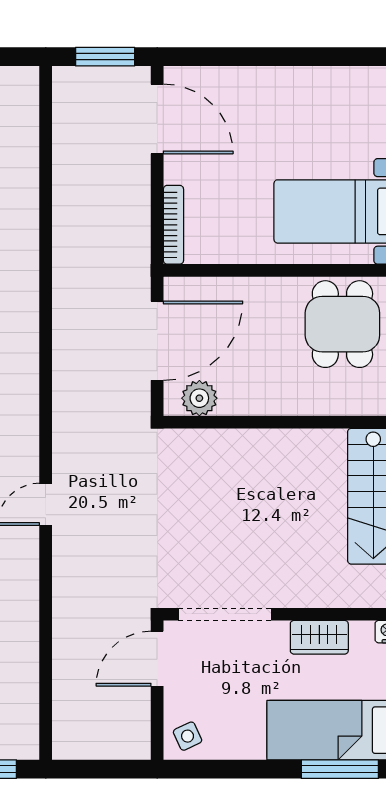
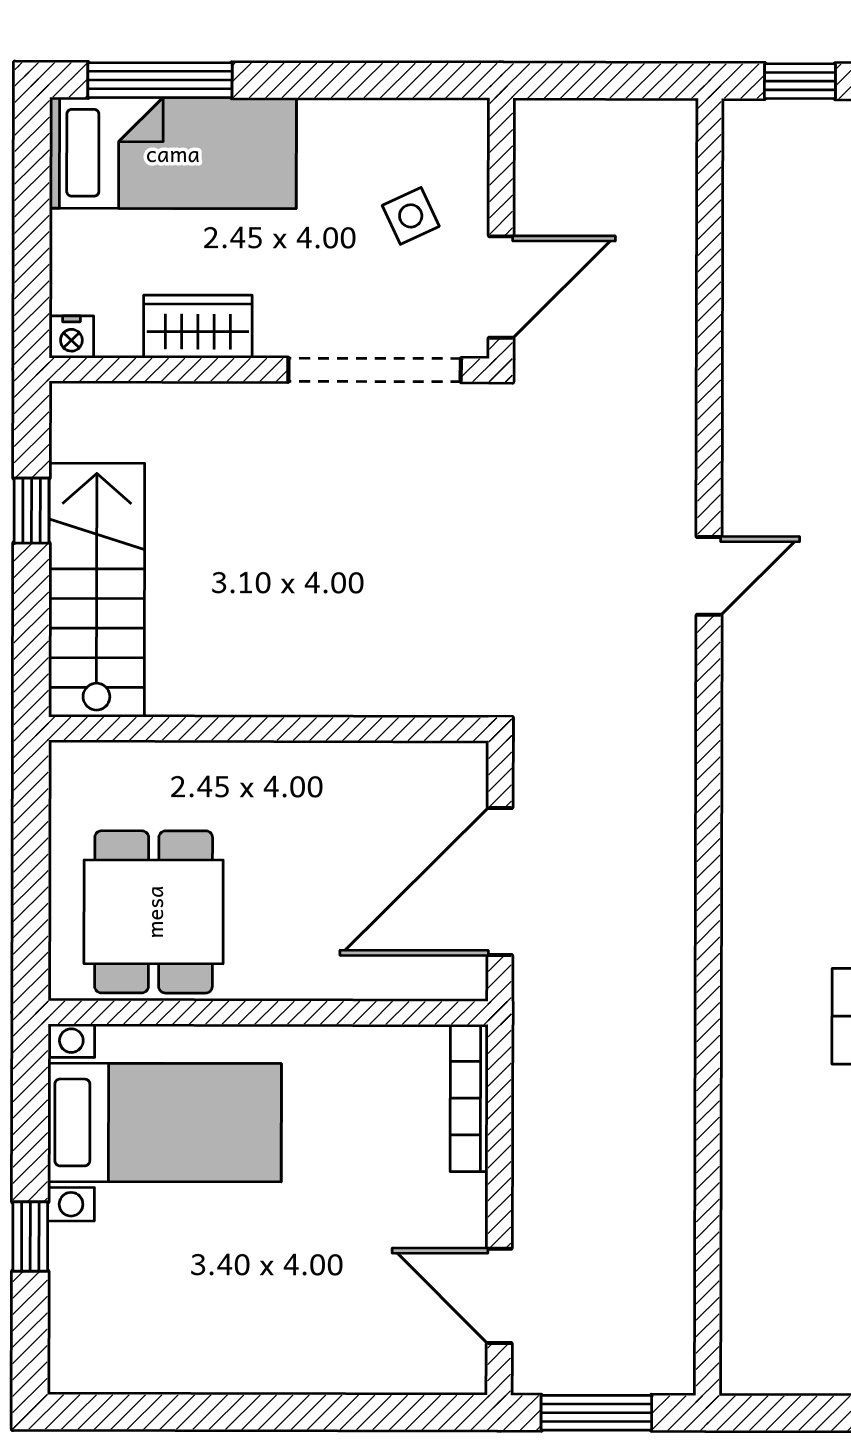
door: (157, 119) -> (499, 1296), width x0.73
plant: (199, 398) -> (421, 774), removed
side table: (188, 736) -> (411, 216), moved

